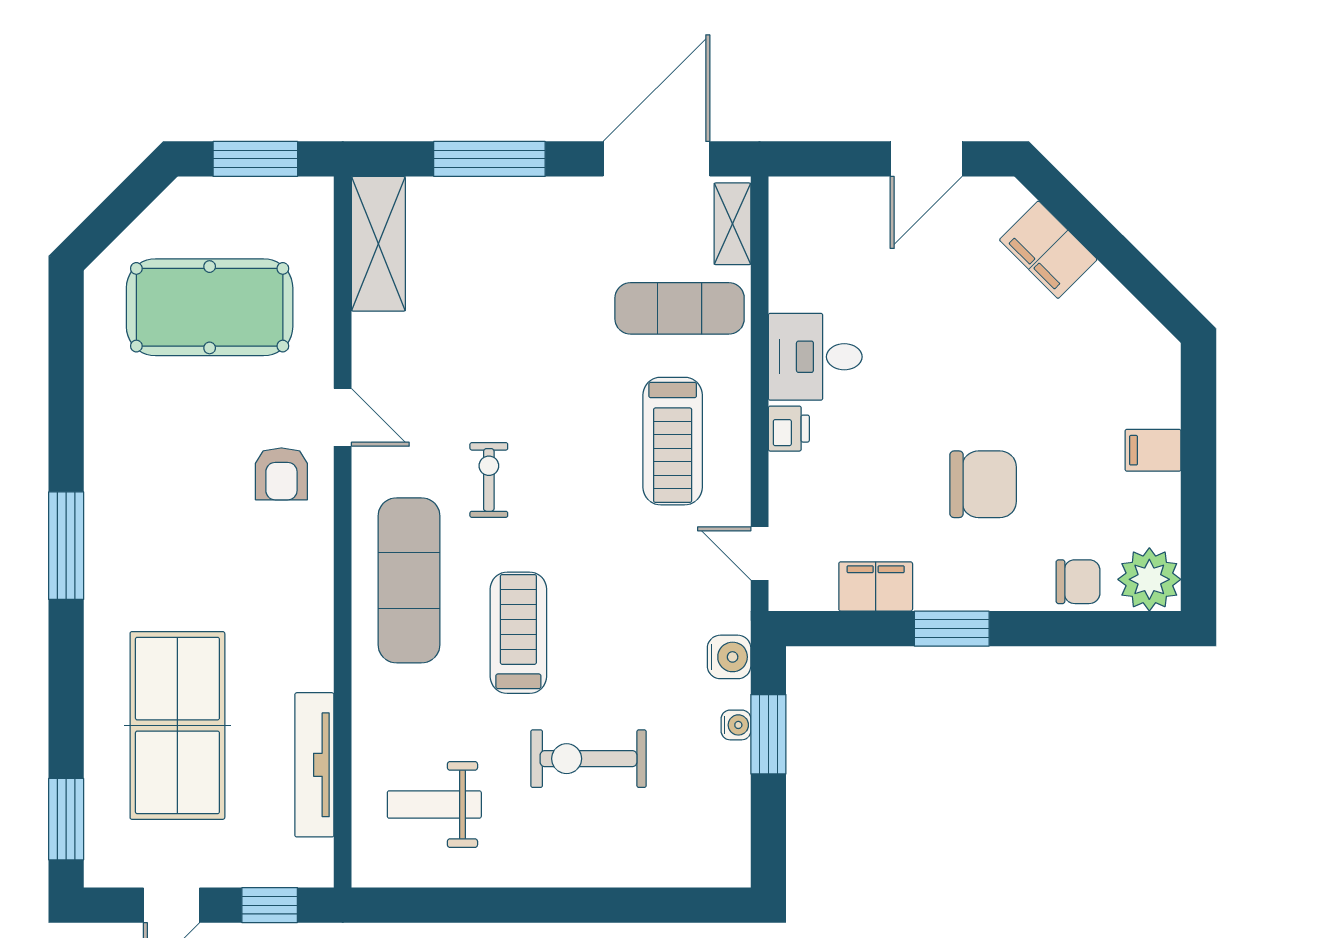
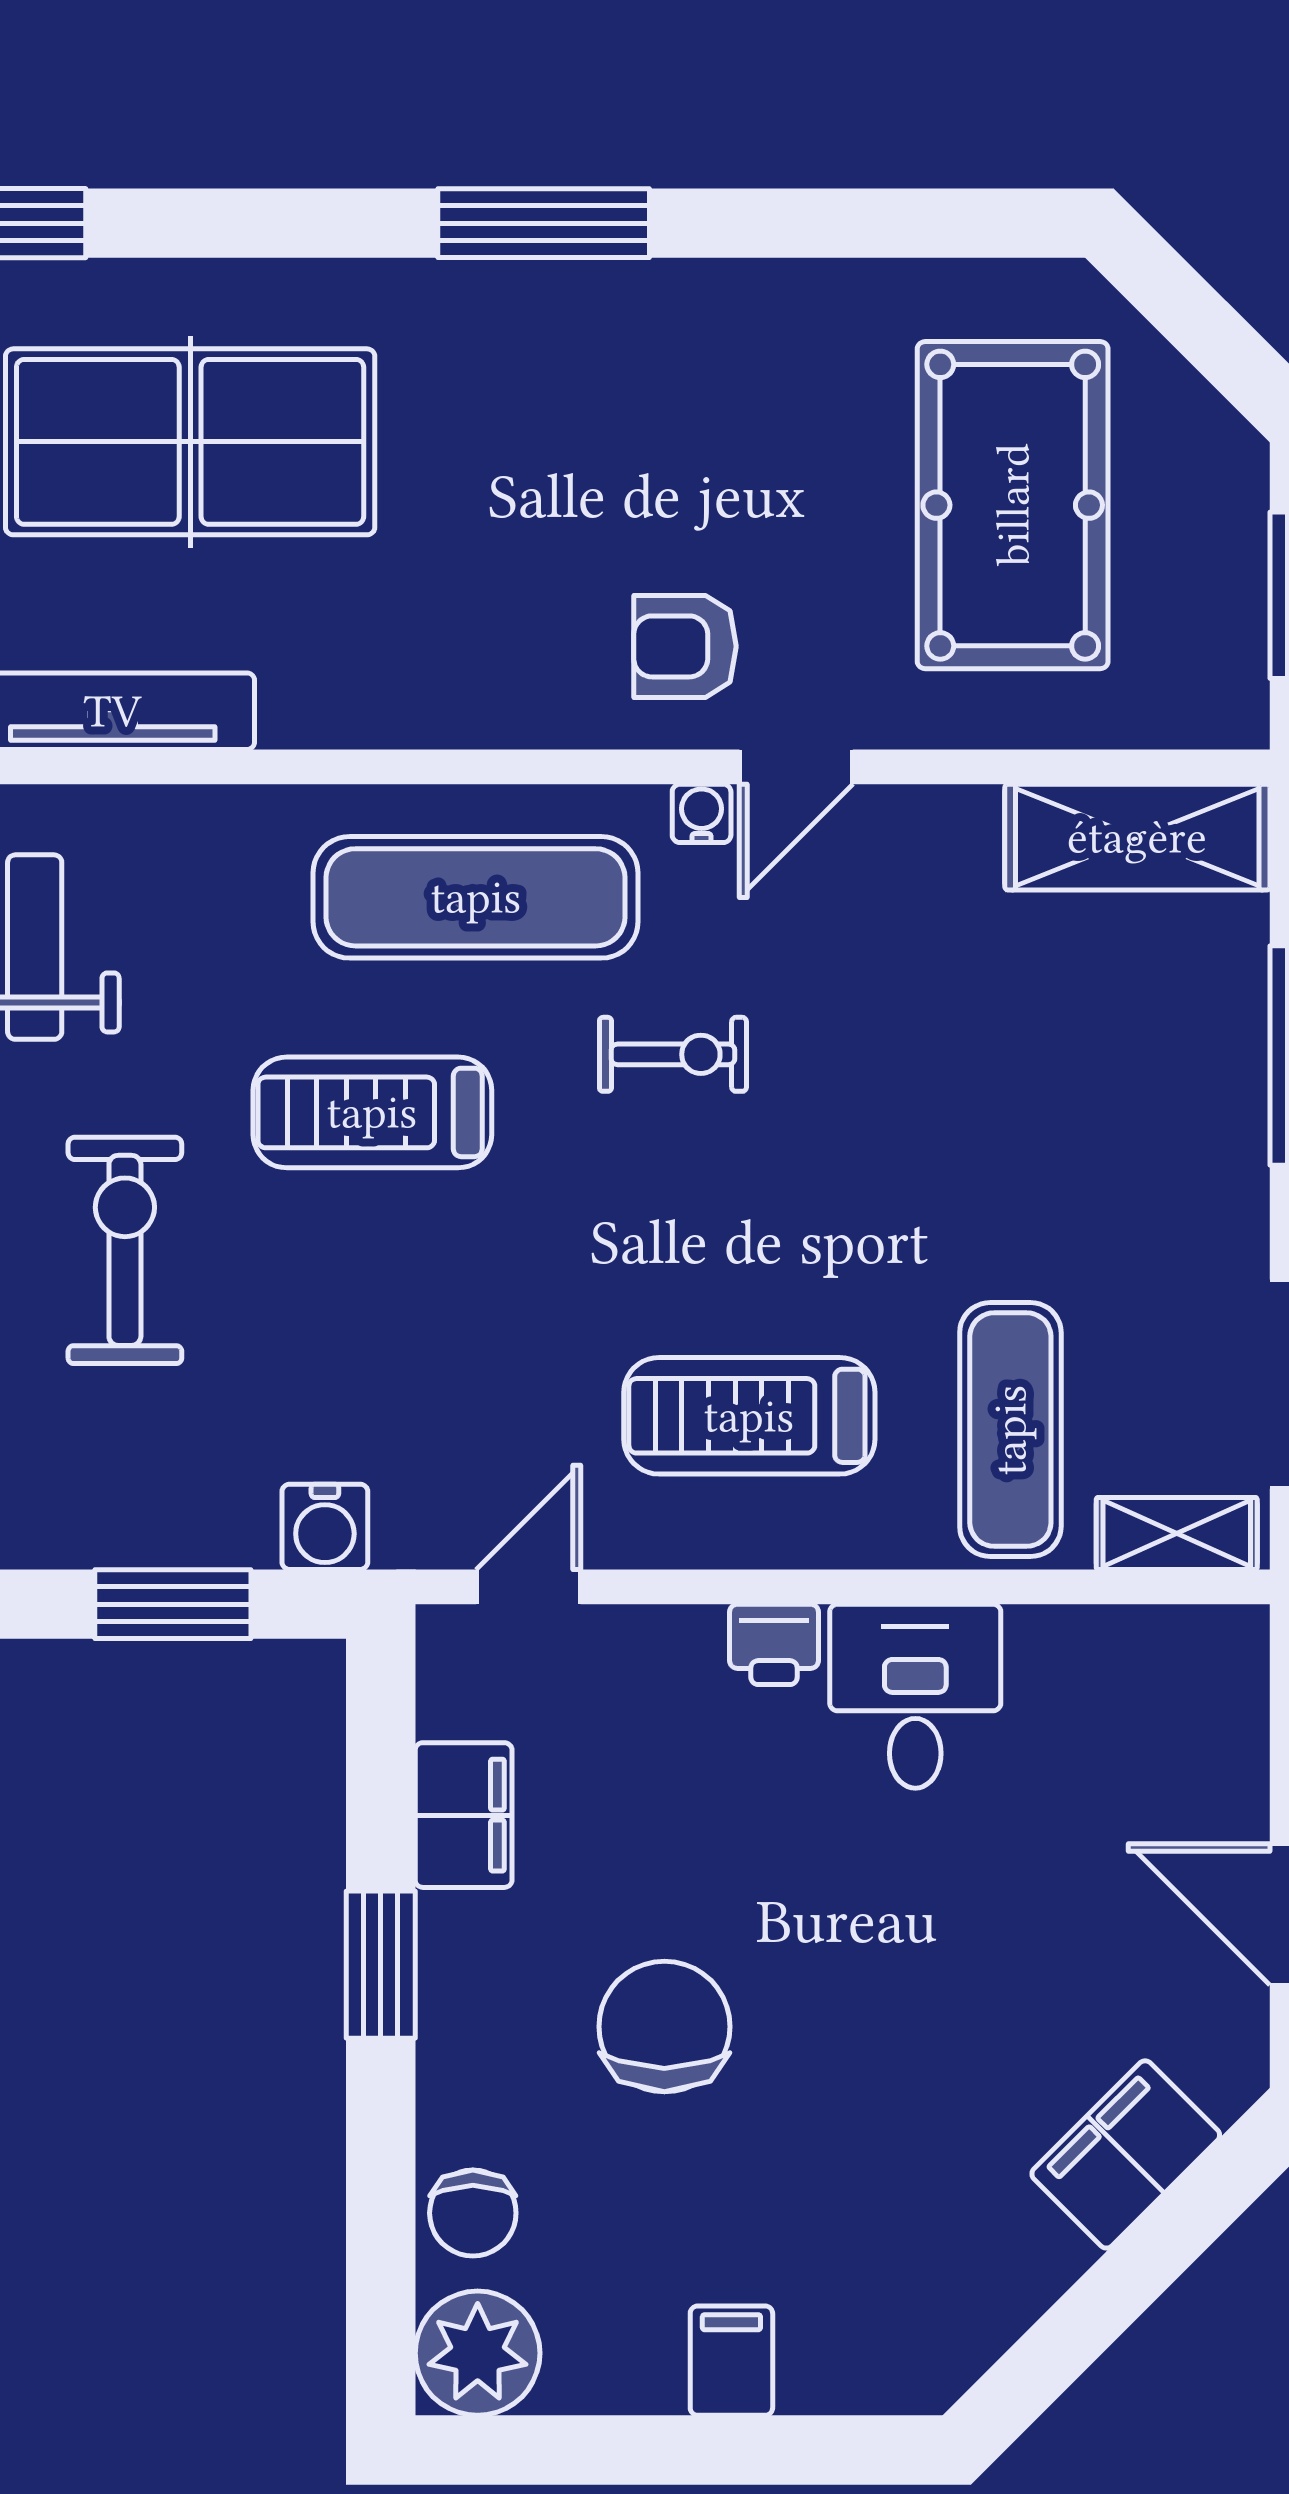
chair: (983, 484) -> (664, 2027), turned 180
treadmill: (518, 633) -> (372, 1112), turned 180
water cooler: (736, 725) -> (702, 813), moved, turned 180

